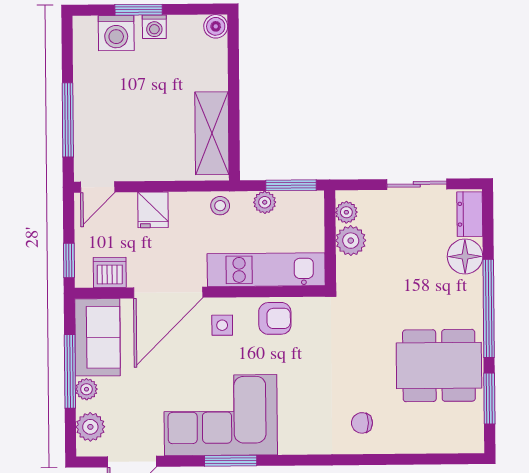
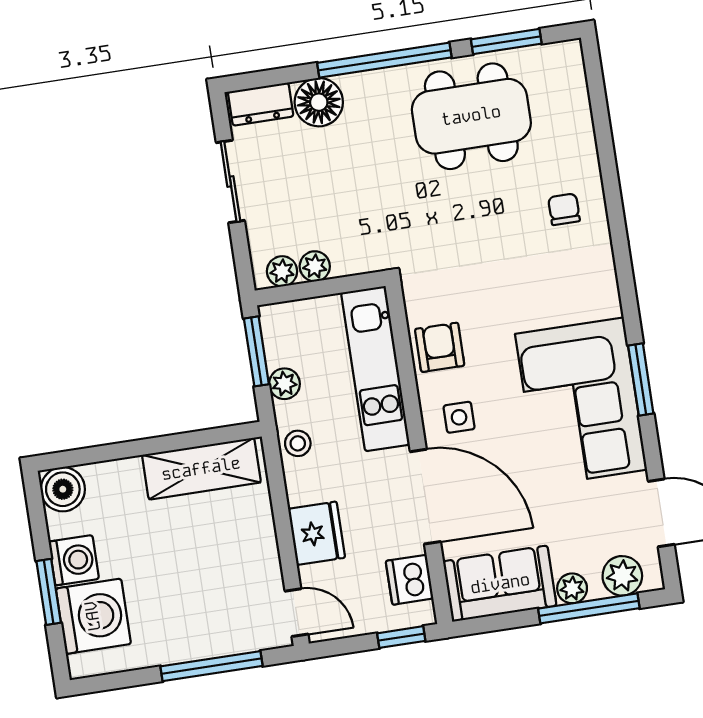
boiler: (216, 26) -> (63, 489), width x1.36, depth x1.36
washing machine: (154, 27) -> (74, 560), width x1.38, depth x1.38
washing machine: (116, 33) -> (93, 616), width x1.37, depth x1.37
fridge: (153, 210) -> (317, 533), width x1.38
plant: (351, 241) -> (315, 266), width x0.73, depth x0.73
dining table: (439, 366) -> (471, 116), turned 90
window: (70, 371) -> (589, 608), moved
chair: (362, 423) -> (564, 209), turned 180

